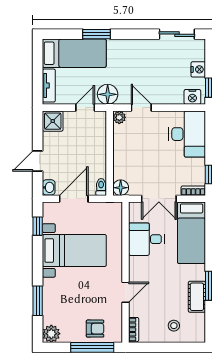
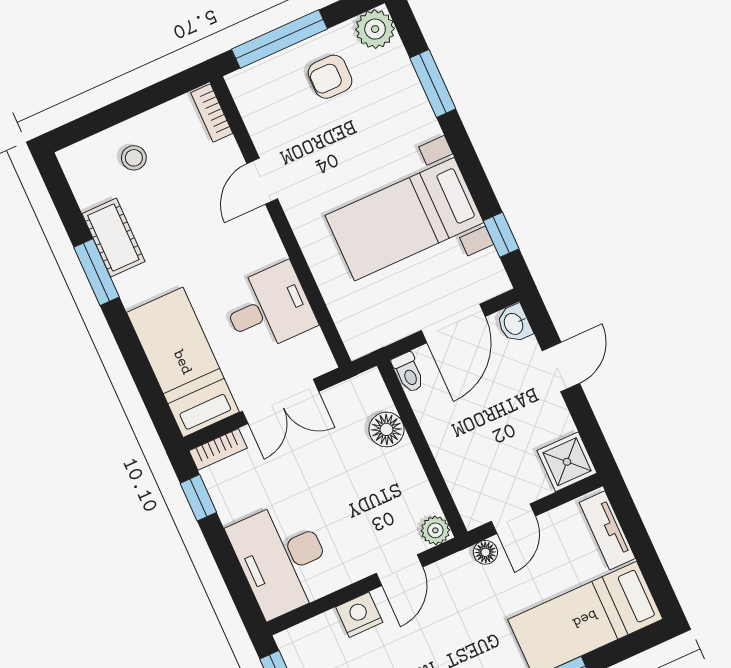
floor lamp: (108, 94) -> (485, 552), width x0.53, depth x0.53
nightstand: (192, 97) -> (359, 615), moved
door: (141, 108) -> (400, 570), hinge flipped
floor lamp: (121, 188) -> (387, 429), moved
double door: (159, 199) -> (281, 401), swing flipped
armchair: (95, 329) -> (330, 77), moved

